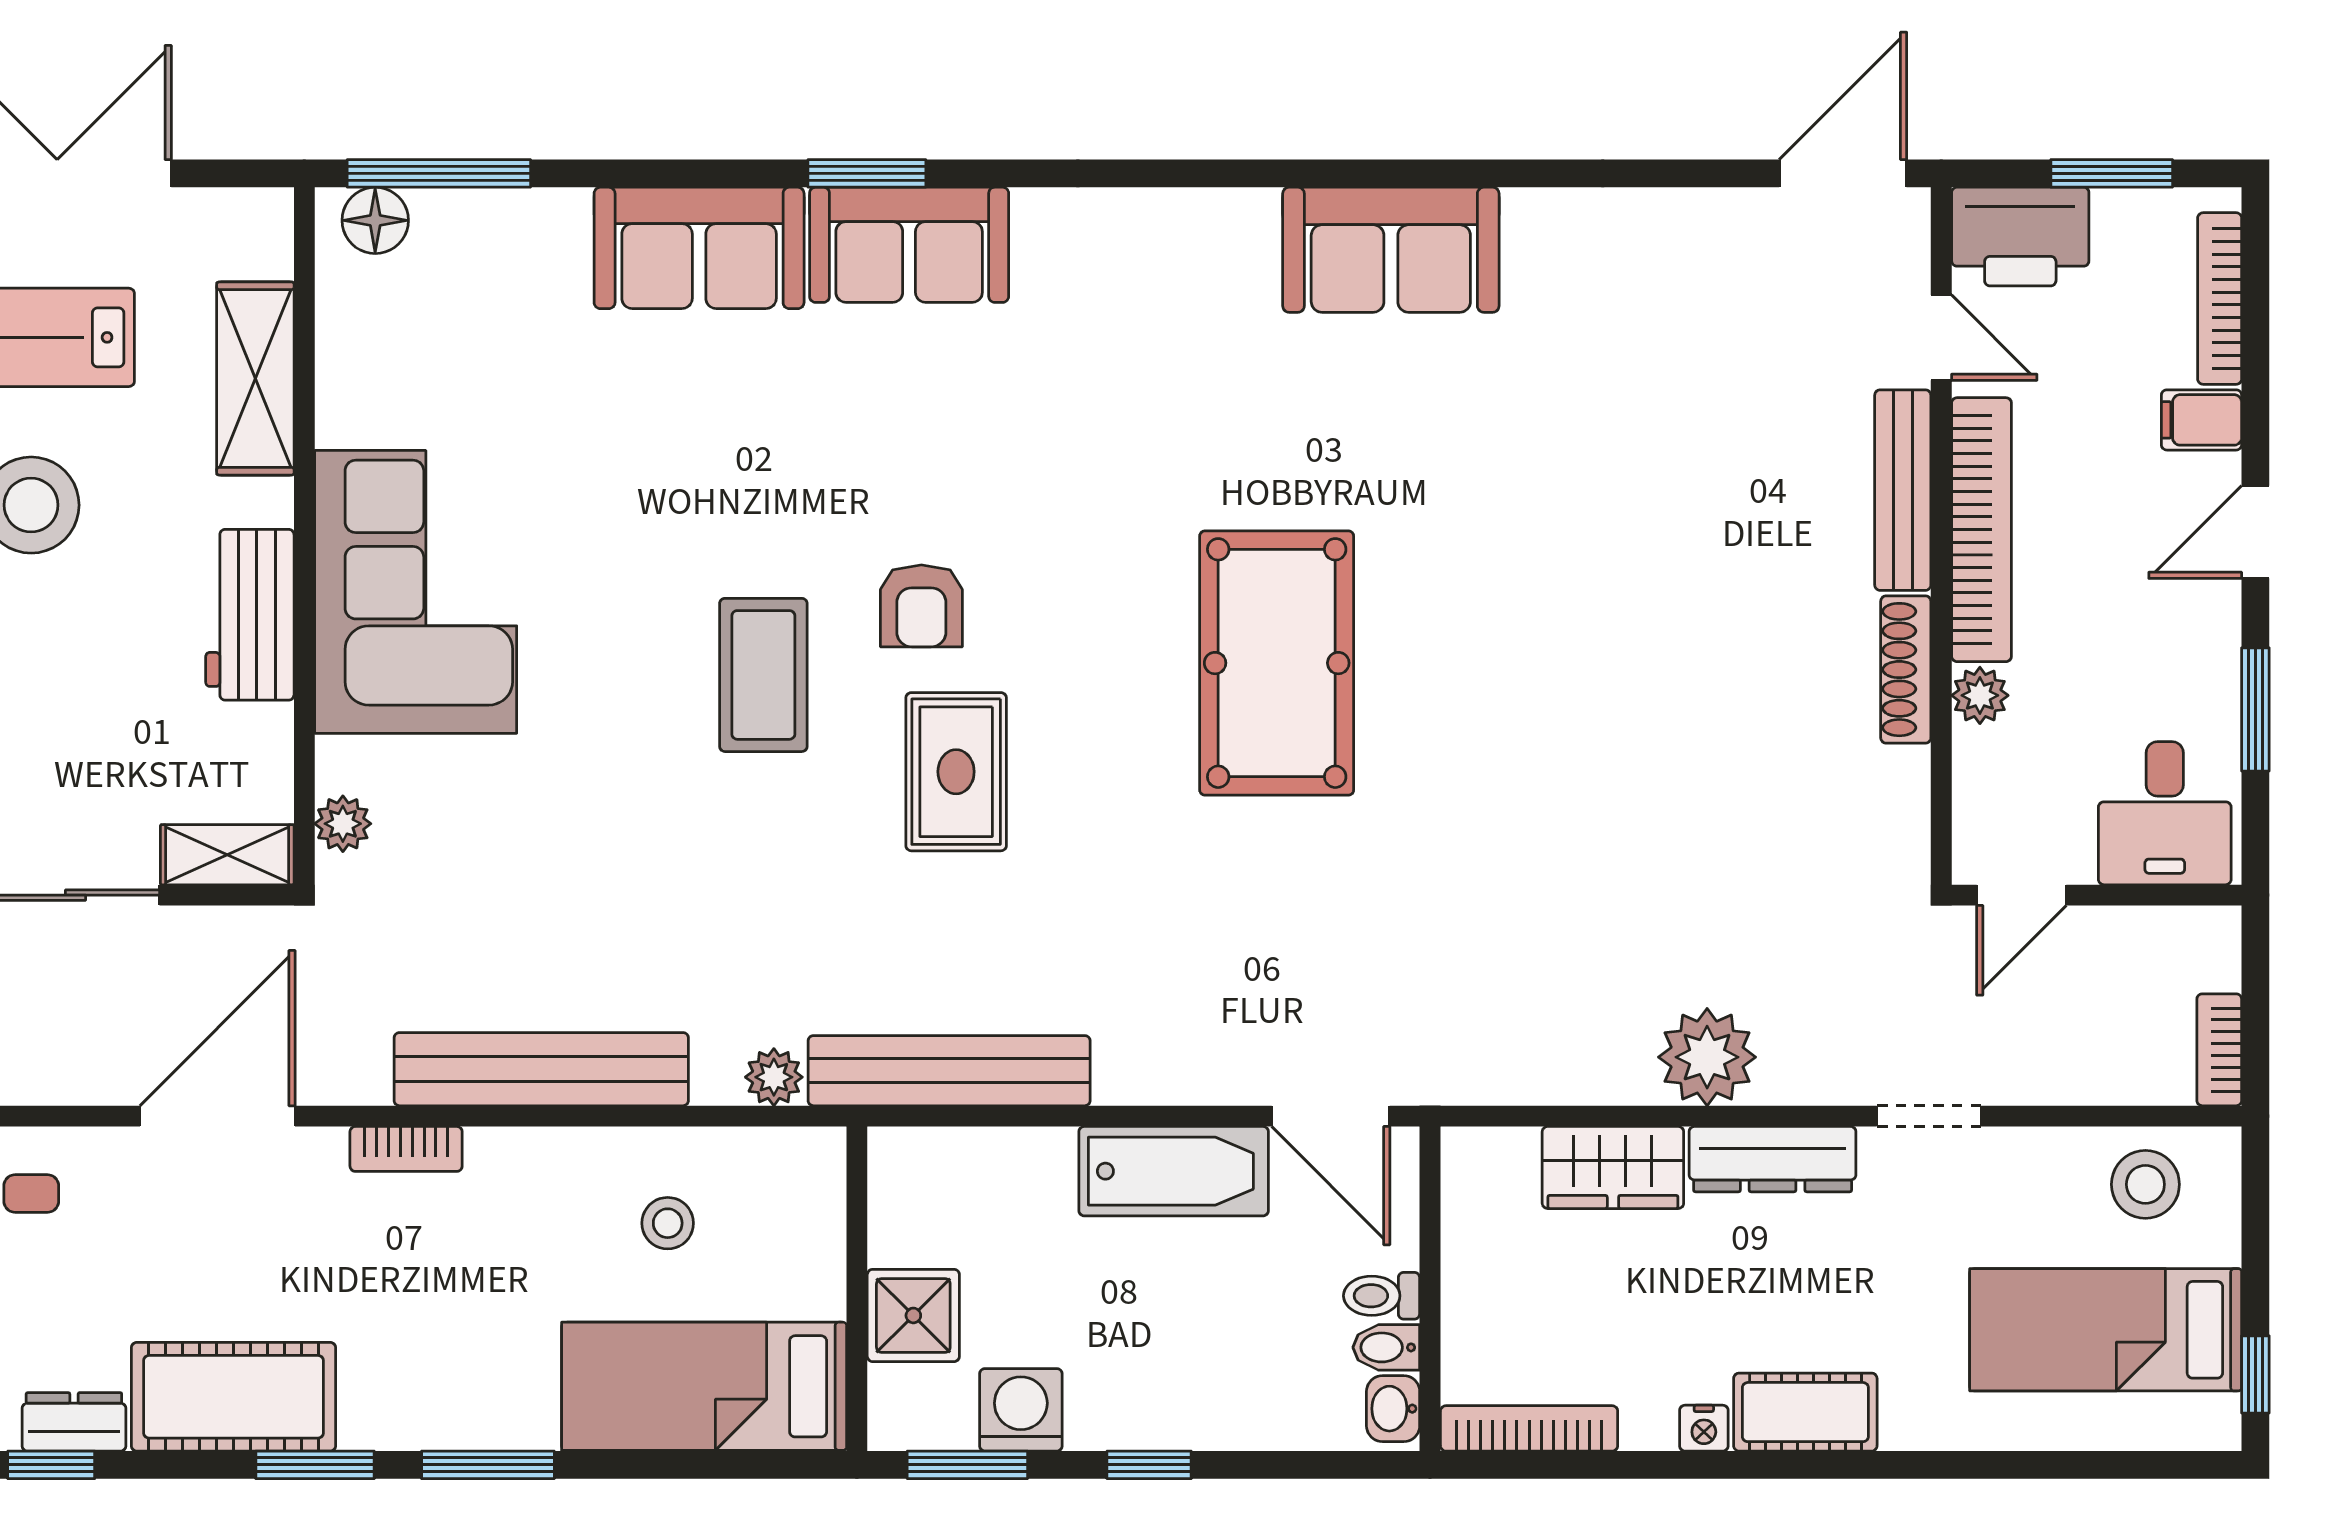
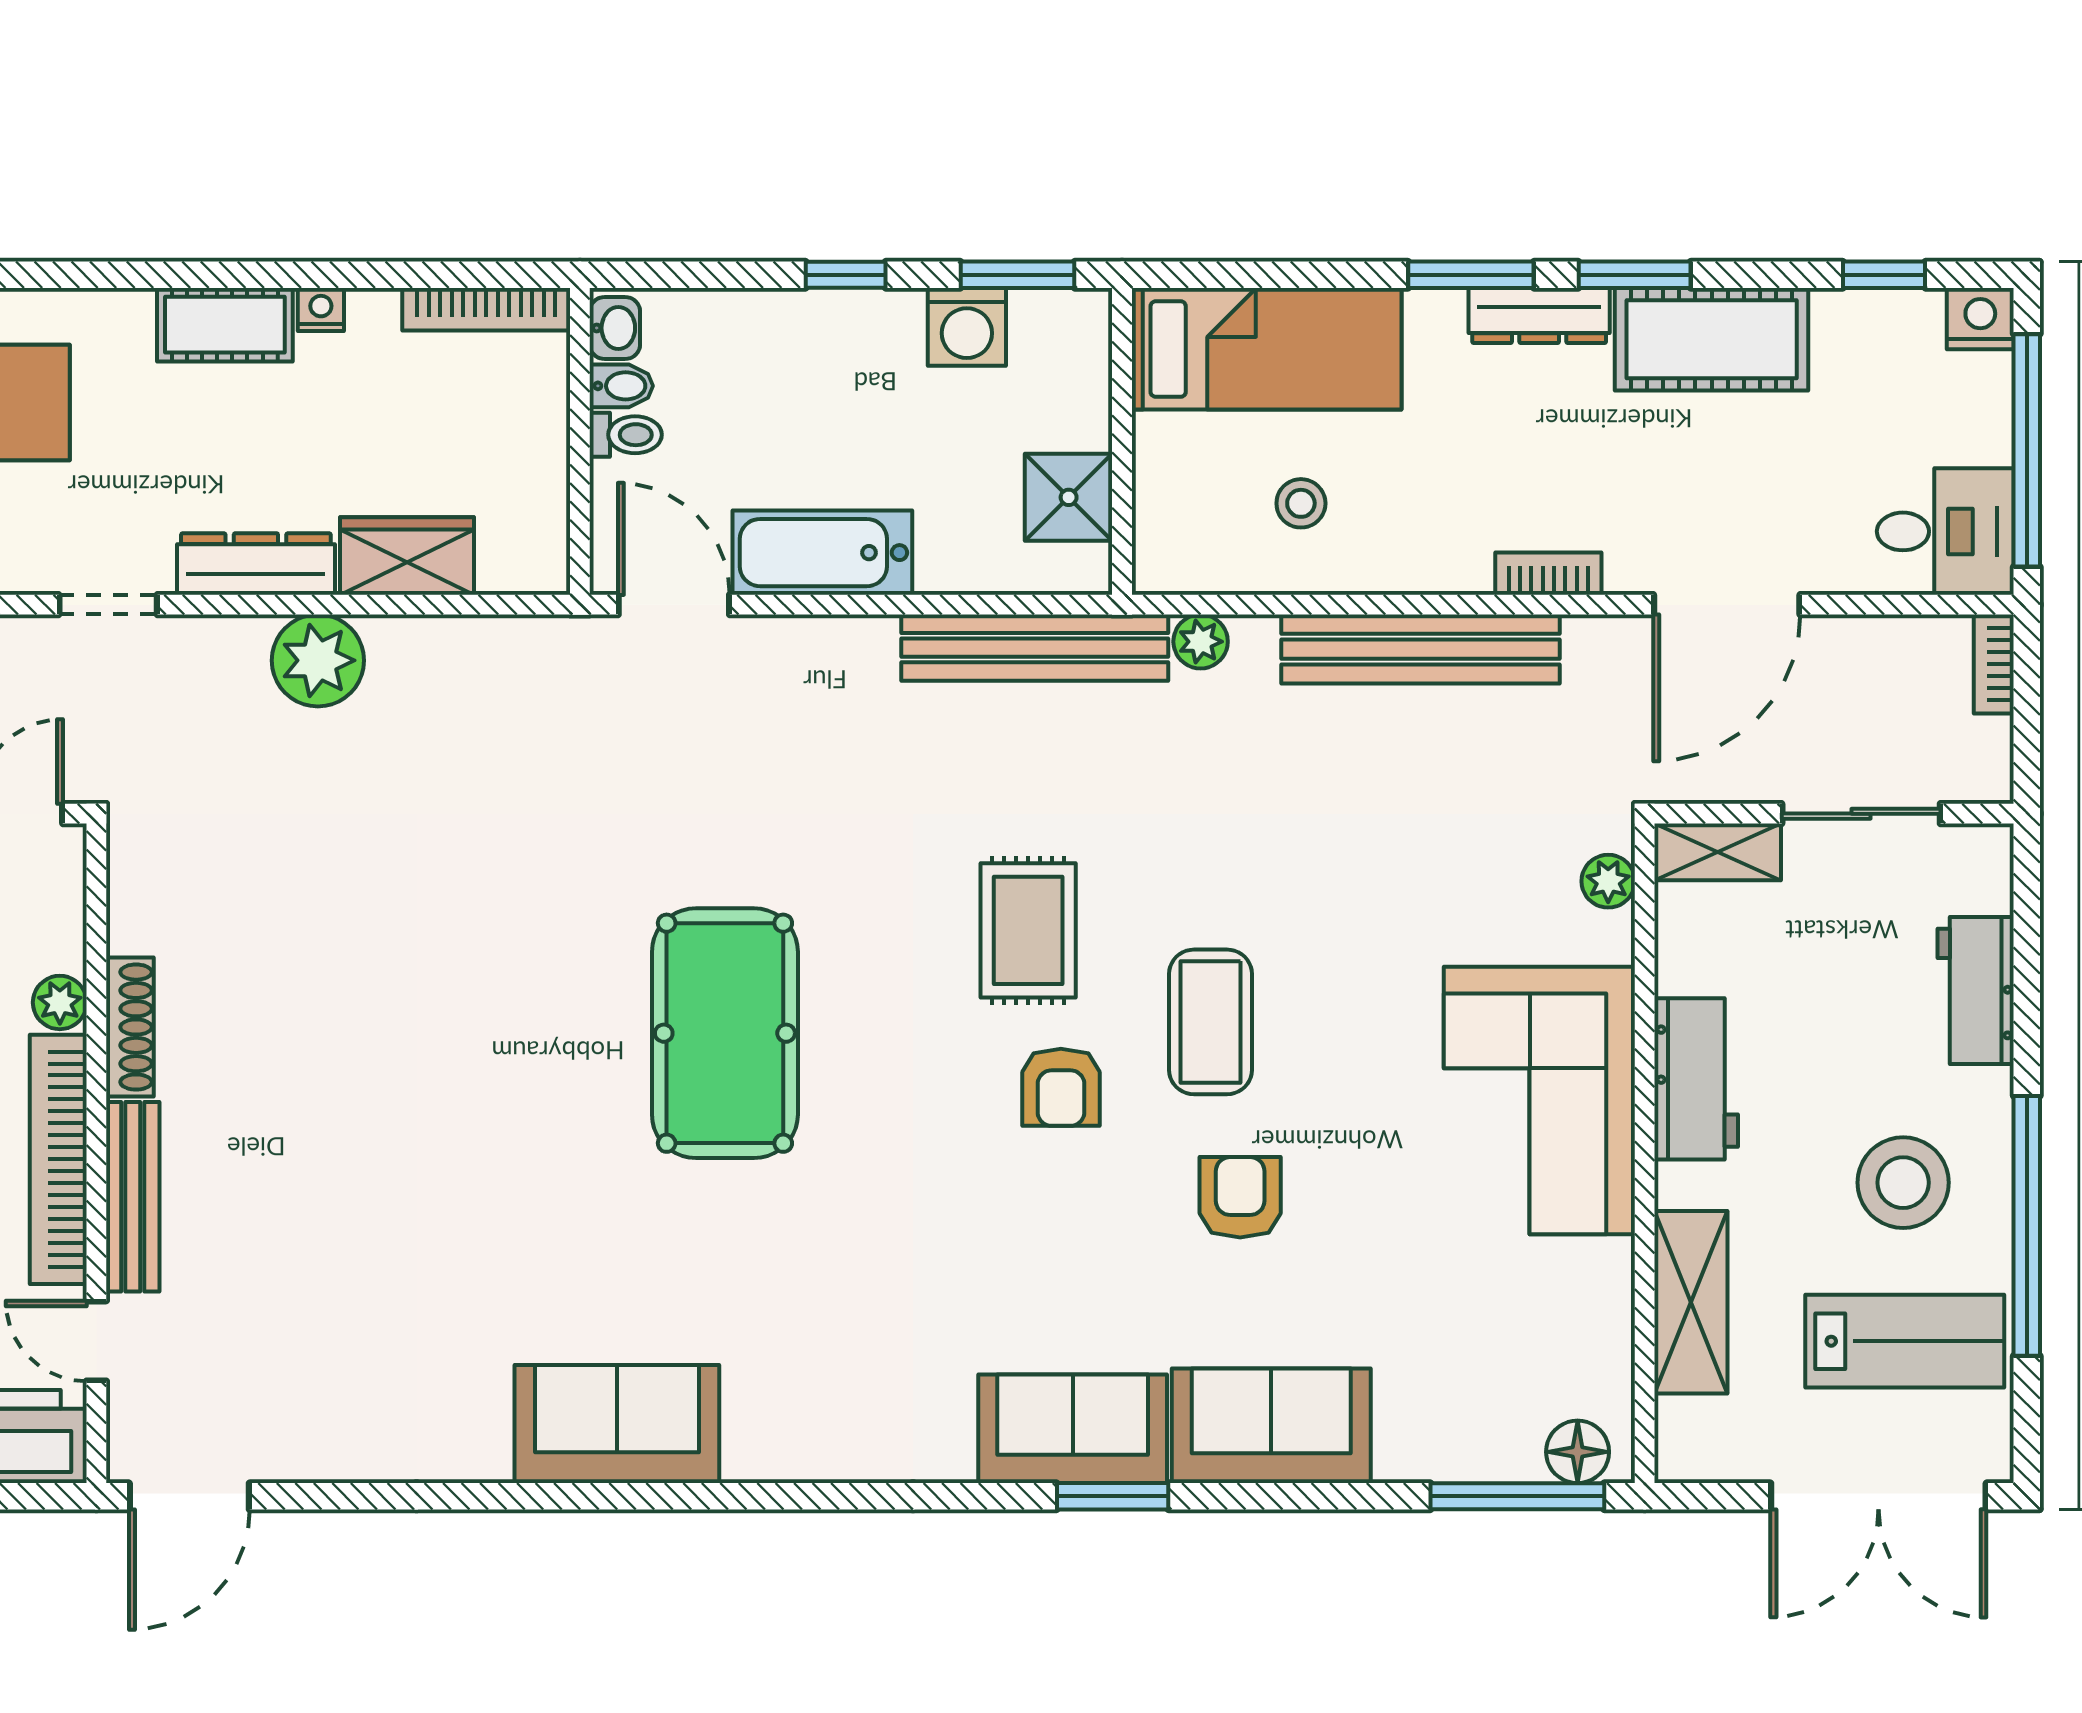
armchair: (732, 489) -> (1240, 1197), added
armchair: (921, 606) -> (1061, 1087), turned 180
shower: (913, 1315) -> (1069, 497), moved
dresser: (74, 1422) -> (1539, 315), moved, width x1.44

